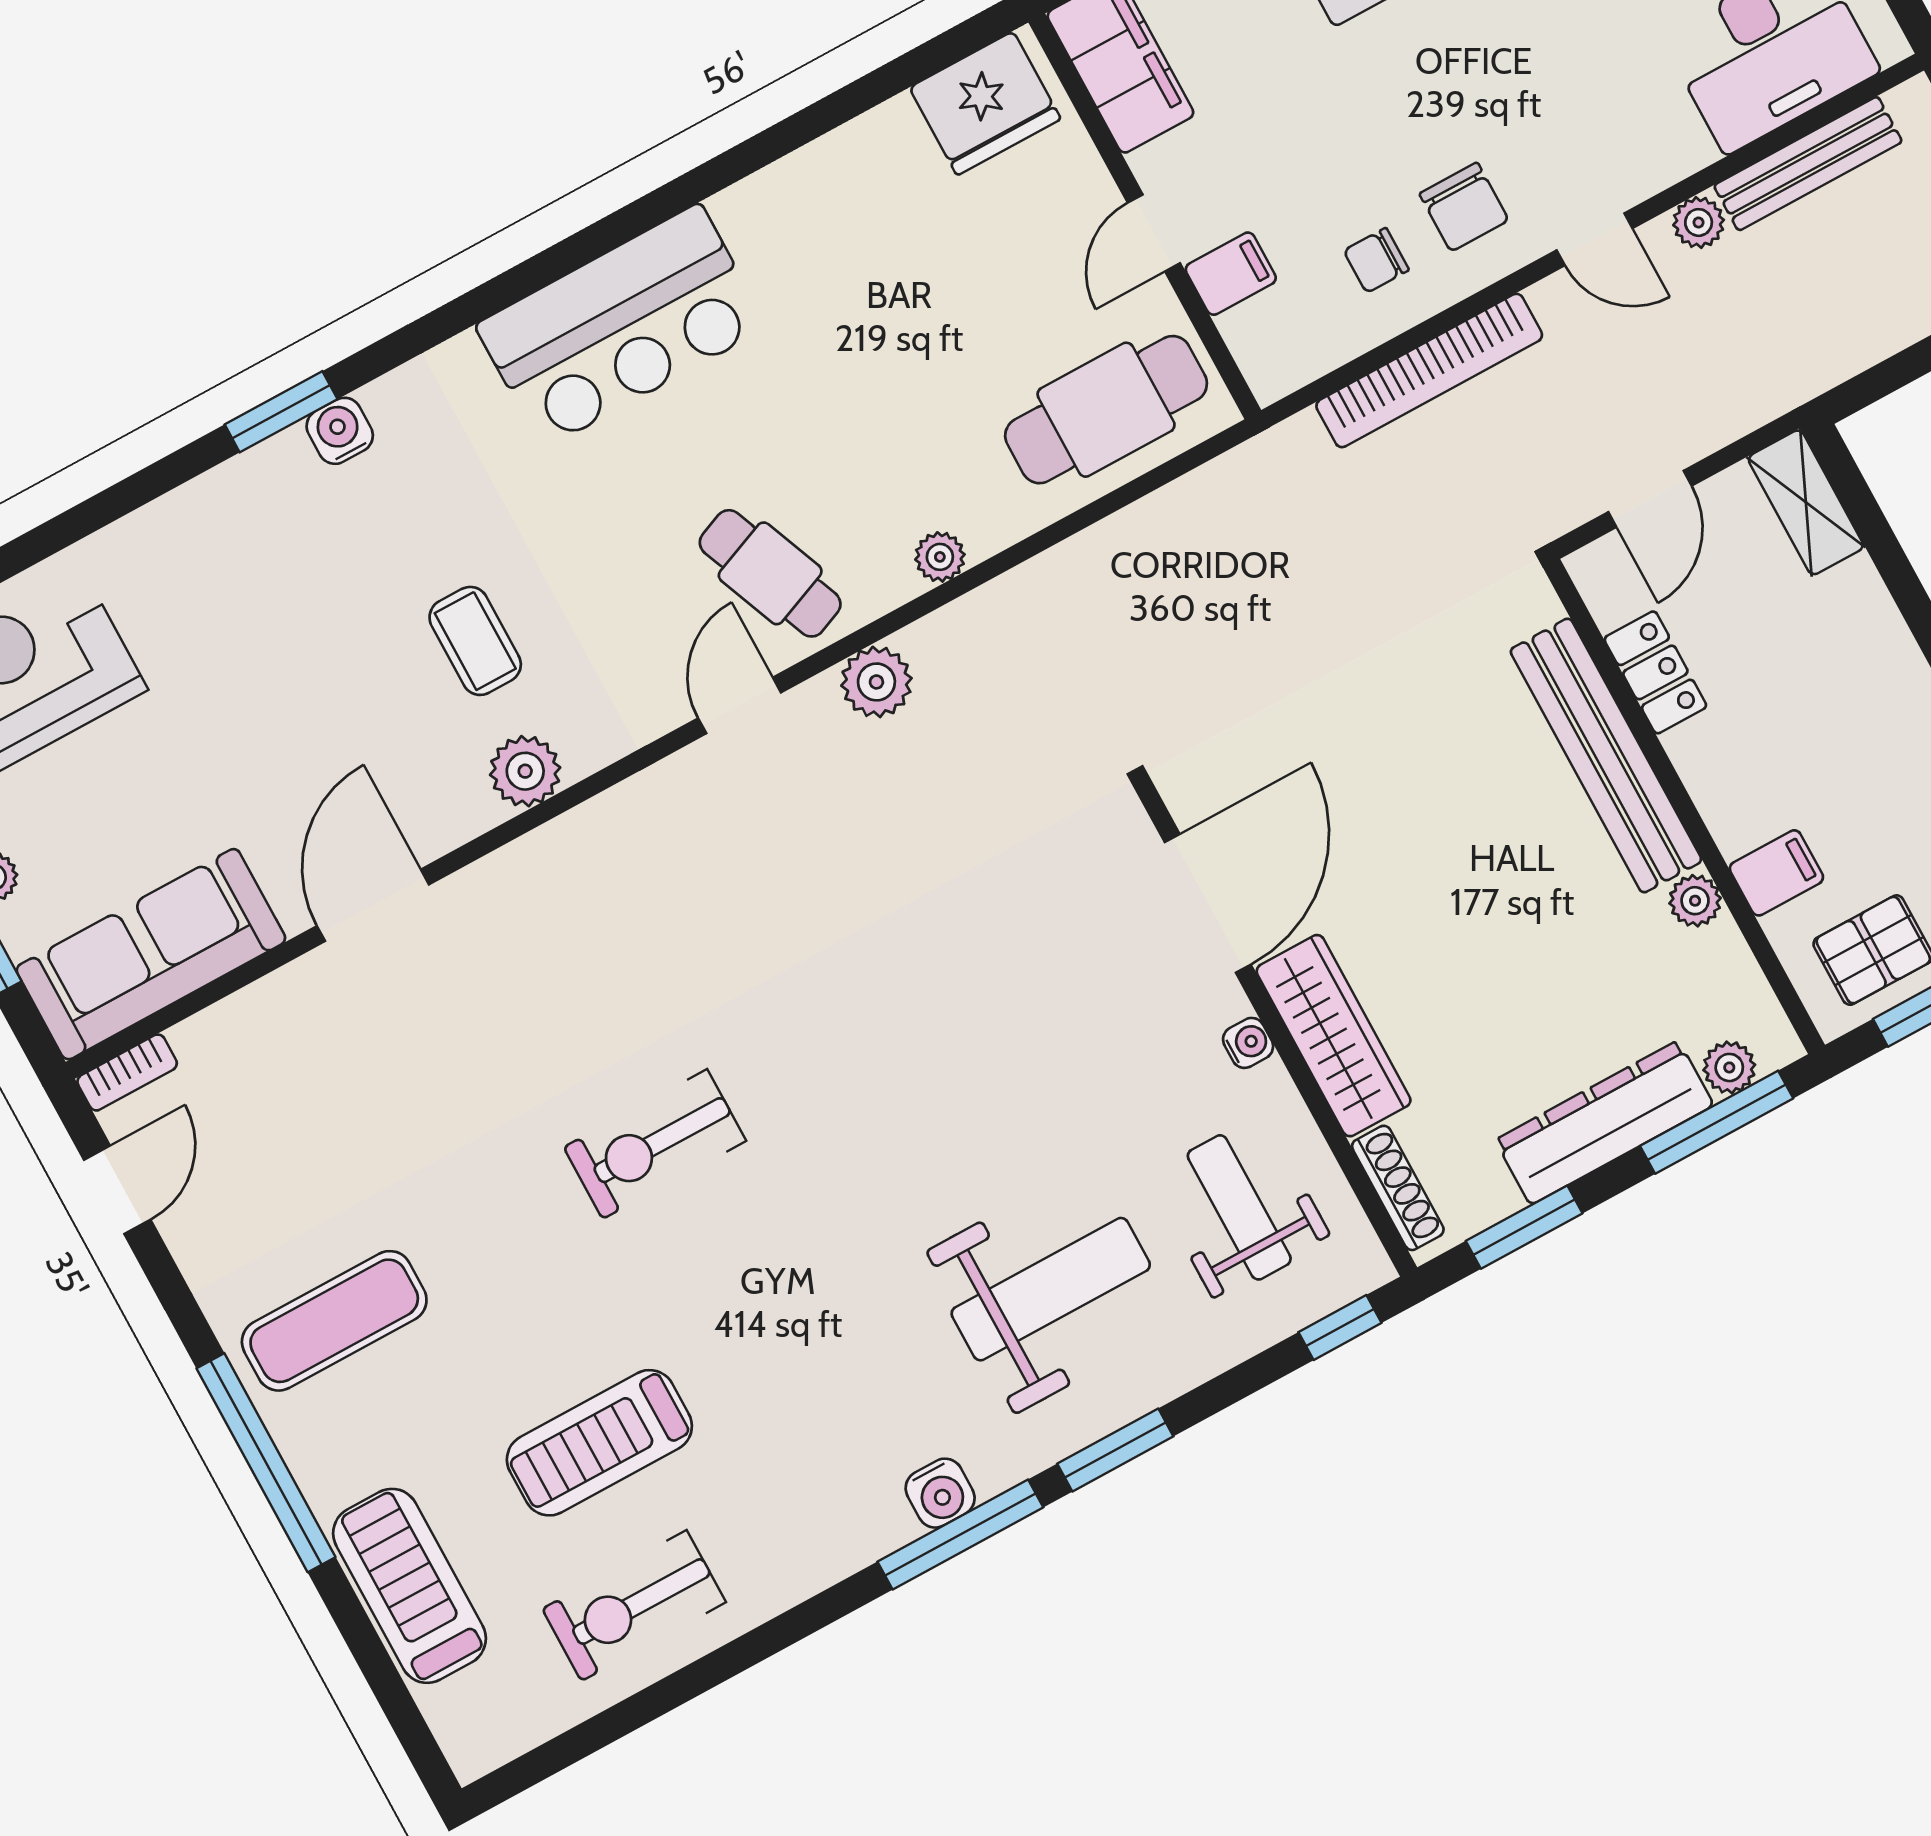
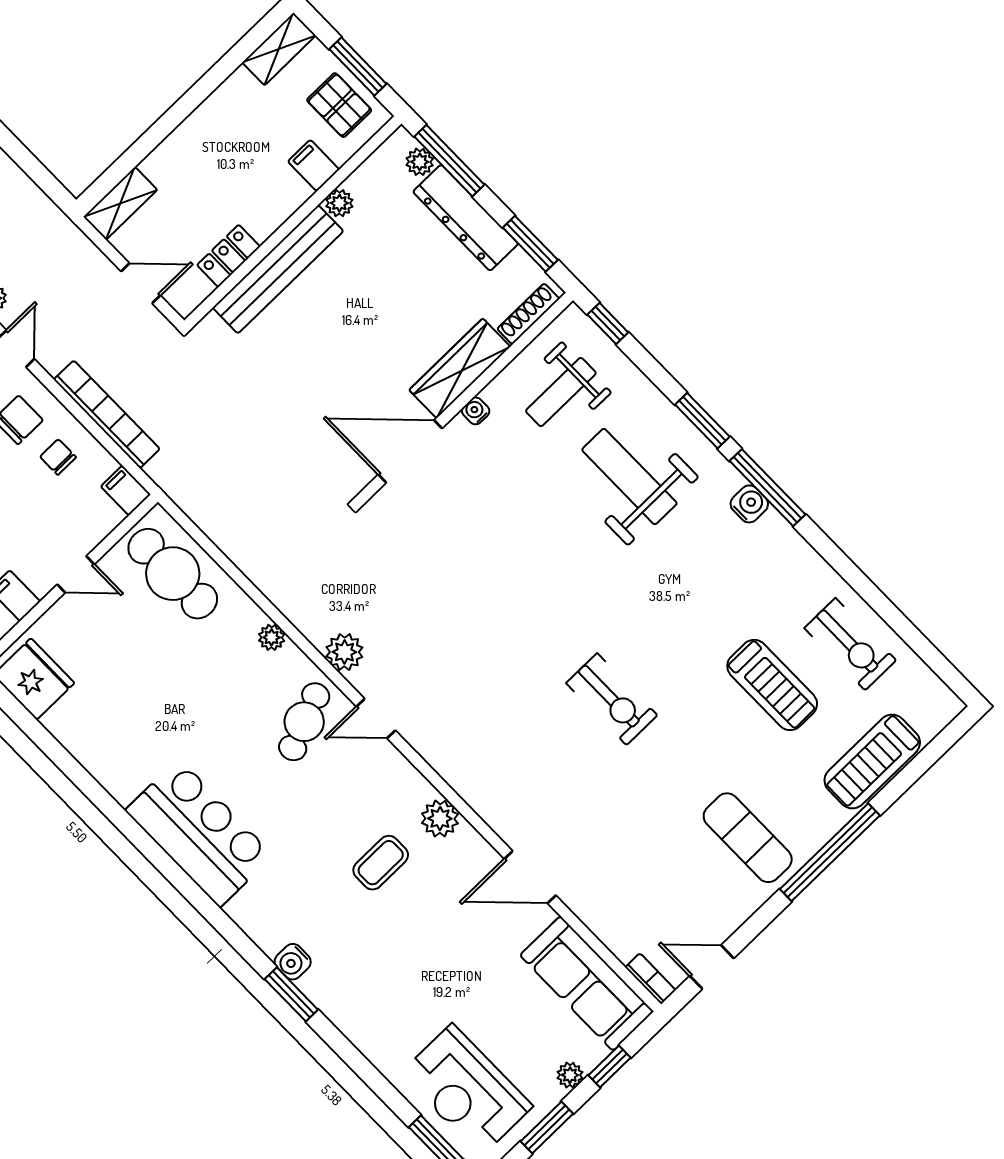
chair: (1376, 260) -> (58, 457), turned 180
filing cabinet: (1231, 274) -> (126, 490), moved

